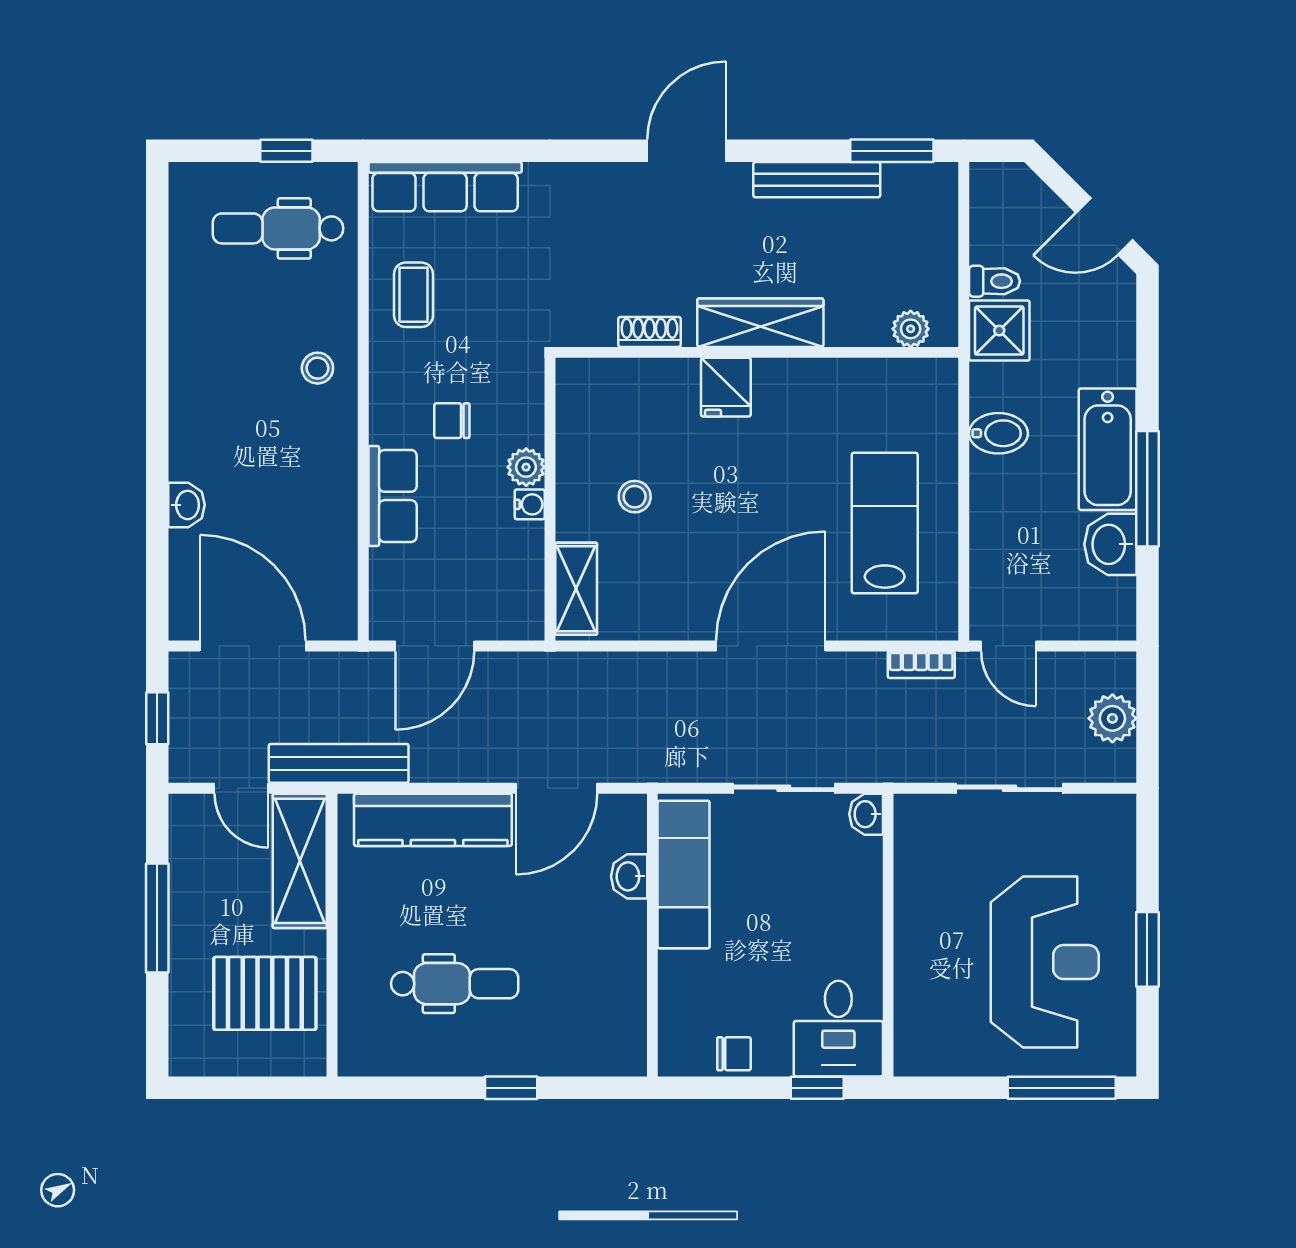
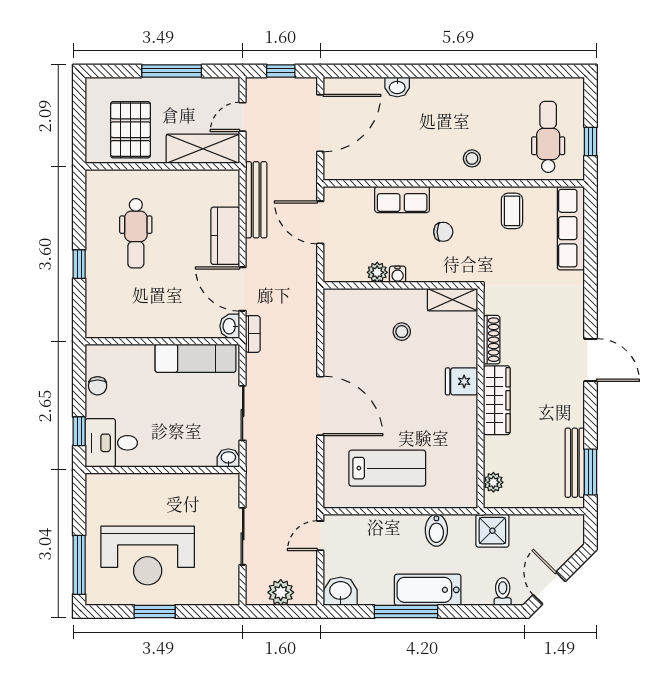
bench: (817, 180) -> (575, 463), moved
toilet: (994, 281) -> (503, 592), moved, turned 180
coffee table: (414, 295) -> (512, 211), turned 90
shoe rack: (649, 332) -> (492, 340), width x1.43
chair: (452, 421) -> (443, 232), turned 90
plant: (526, 467) -> (377, 272), moved
washbasin: (1110, 544) -> (340, 591), moved
shelving: (576, 589) -> (452, 300), moved
bookcase: (921, 665) -> (253, 334), moved, turned 180
bench: (339, 763) -> (256, 200), moved
kitchen counter: (433, 820) -> (225, 236), width x0.67
washbasin: (629, 876) -> (230, 326), moved, turned -90

